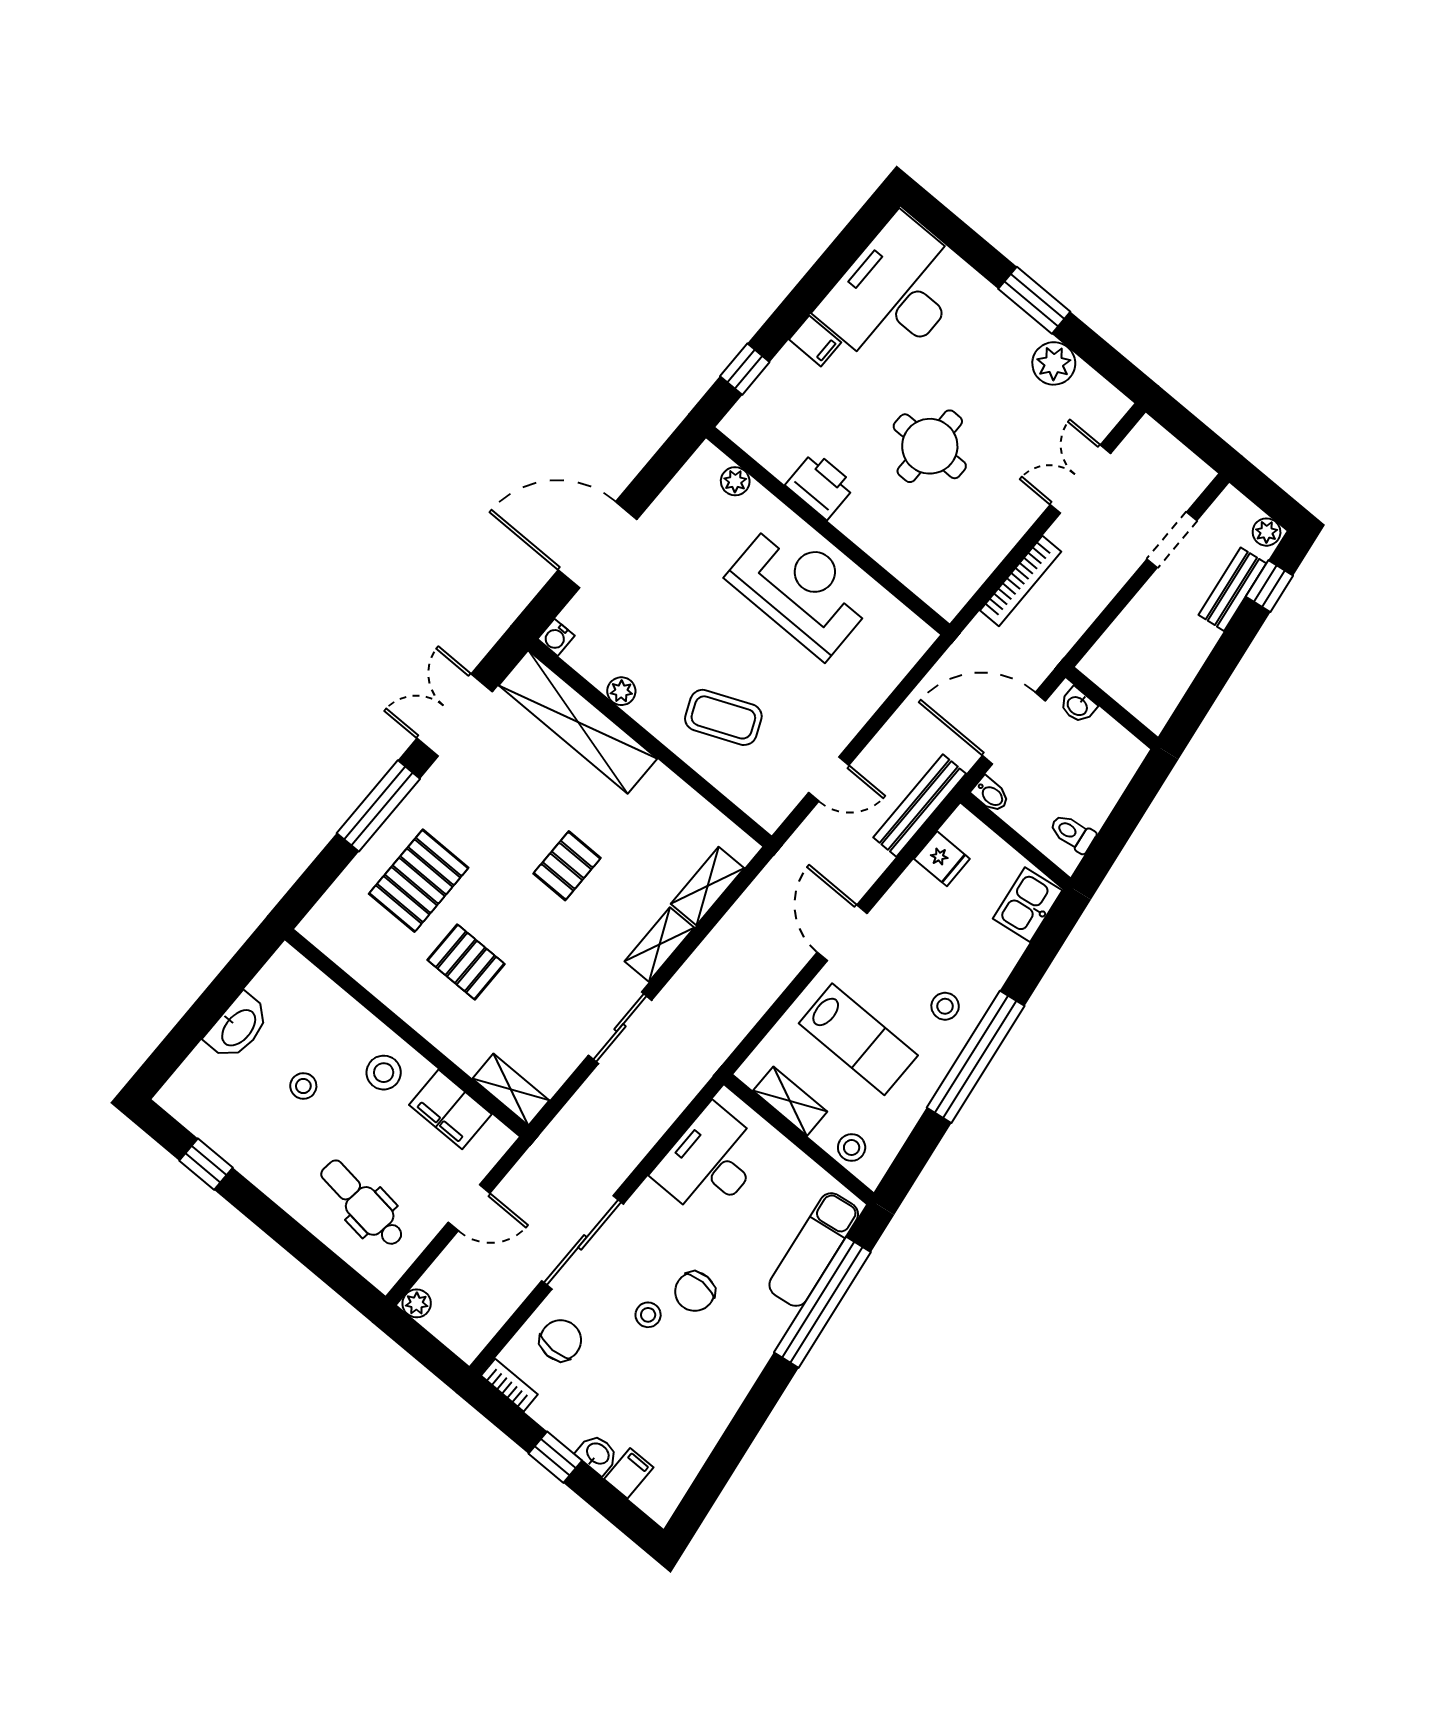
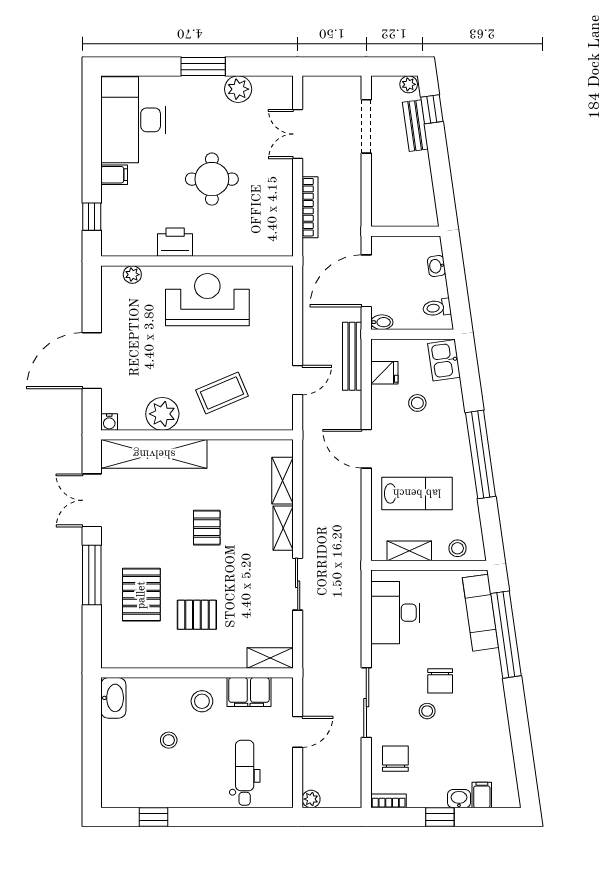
doorway: (1172, 540) -> (366, 126), width x1.38
plant: (621, 691) -> (162, 414), width x1.88, depth x1.88
washbasin: (1078, 705) -> (436, 266), moved, turned 82
stool: (945, 1006) -> (417, 403), moved
washbasin: (238, 1027) -> (113, 698), moved
dental chair: (363, 1203) -> (245, 773), turned 83

